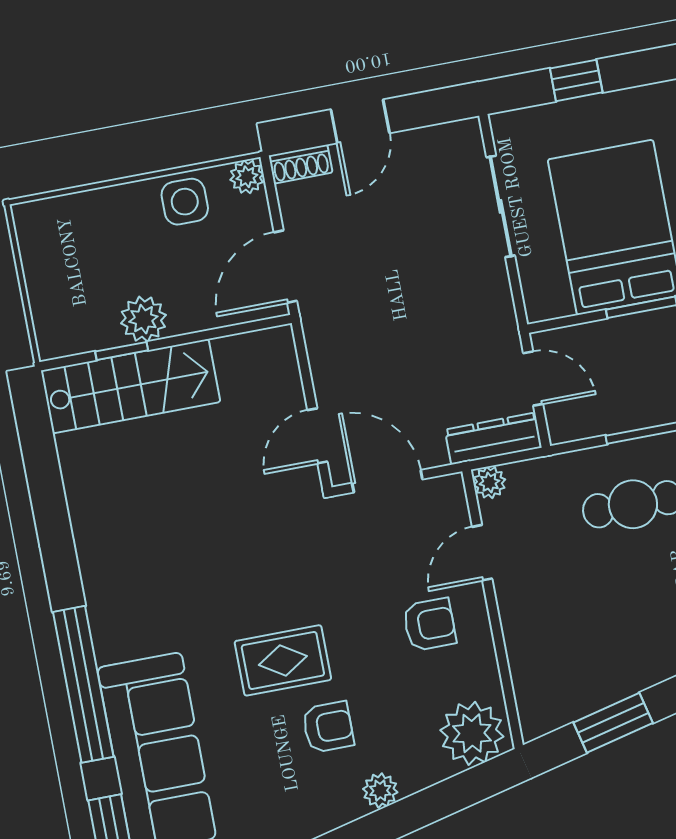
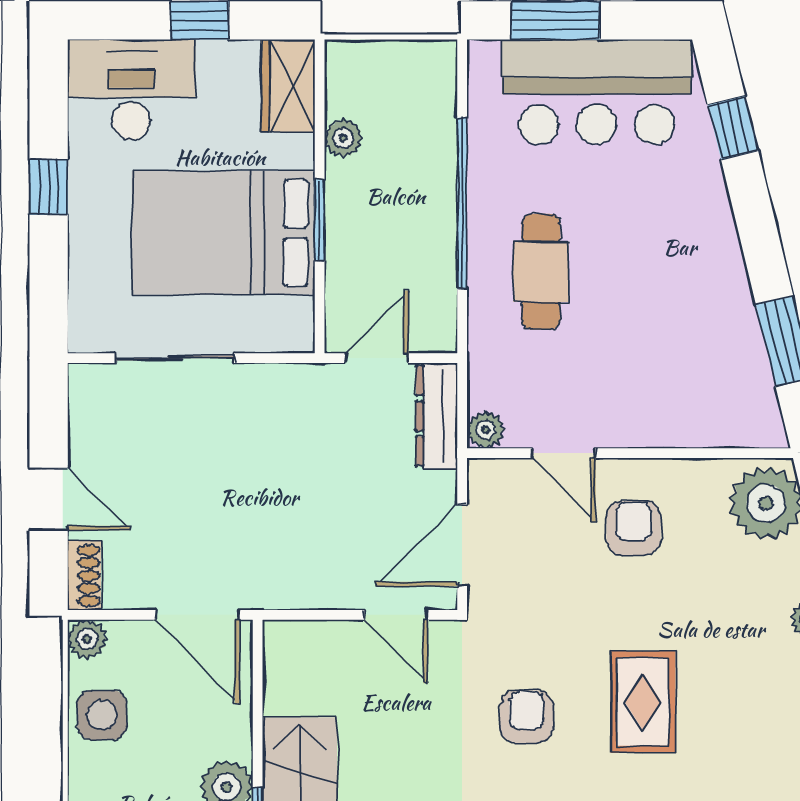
window: (576, 80) -> (49, 187), moved
armchair: (328, 727) -> (526, 717), moved

